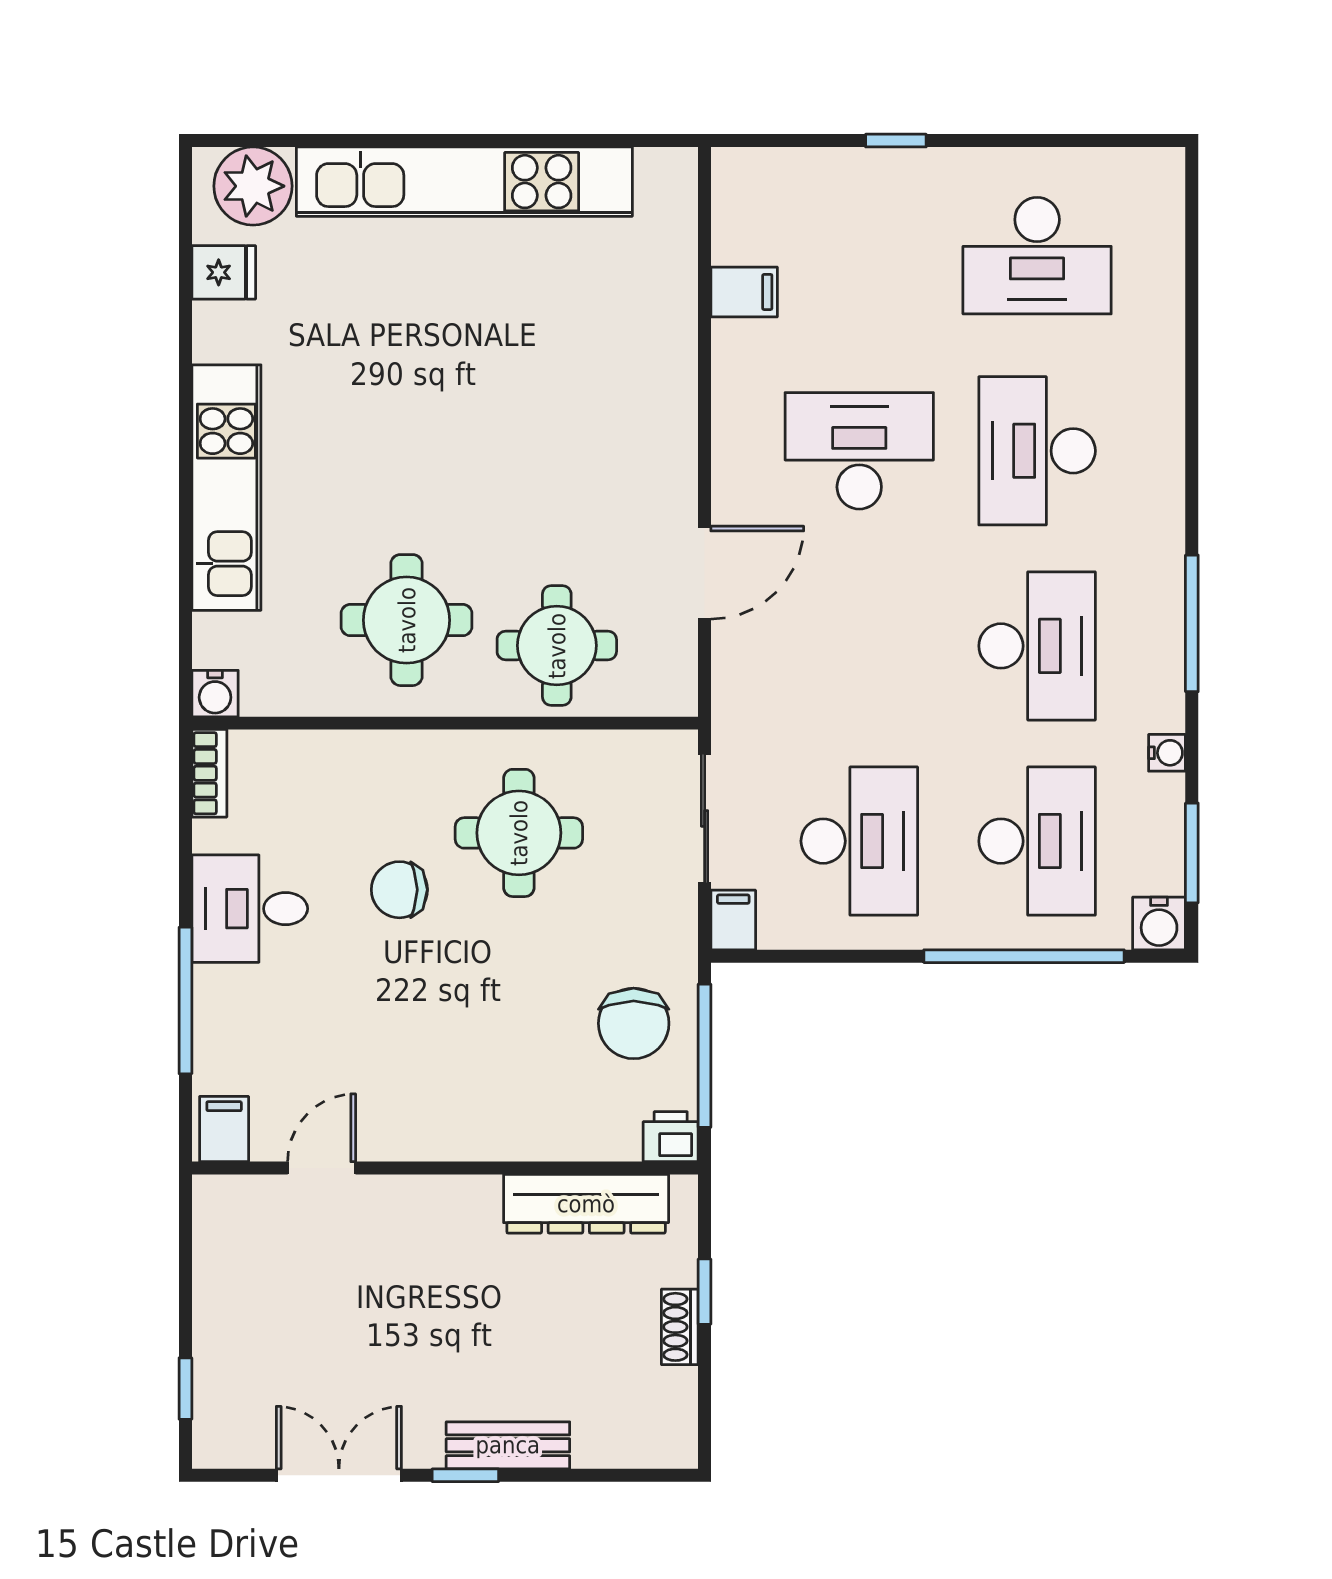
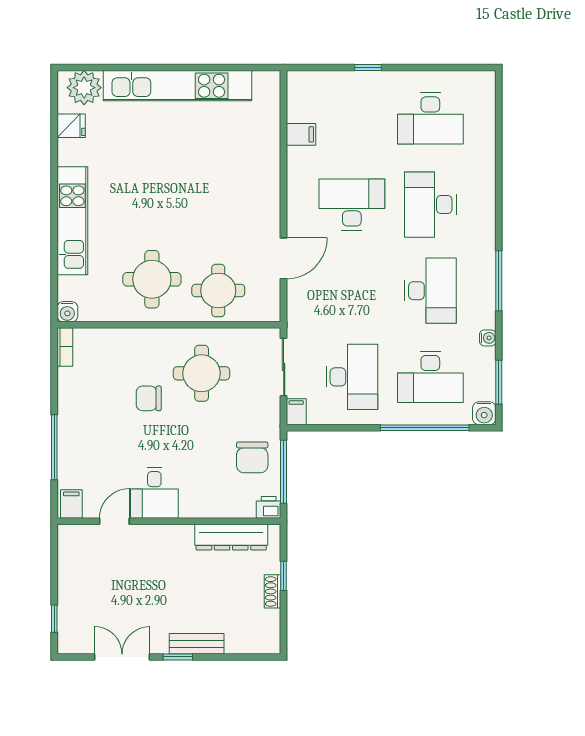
desk: (1037, 841) -> (430, 377), turned 90
desk: (250, 909) -> (154, 493), moved, turned -90

